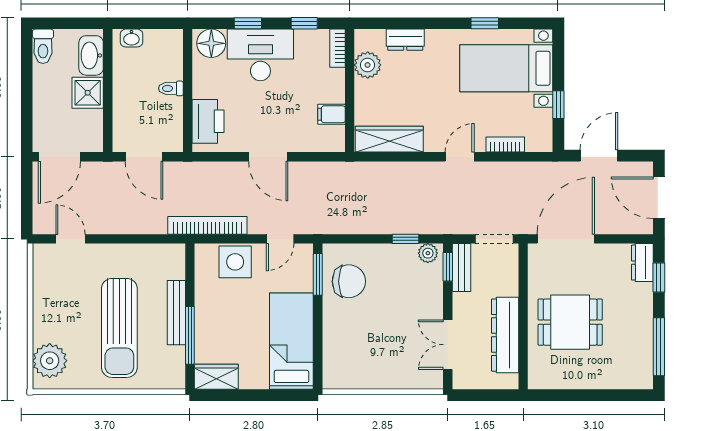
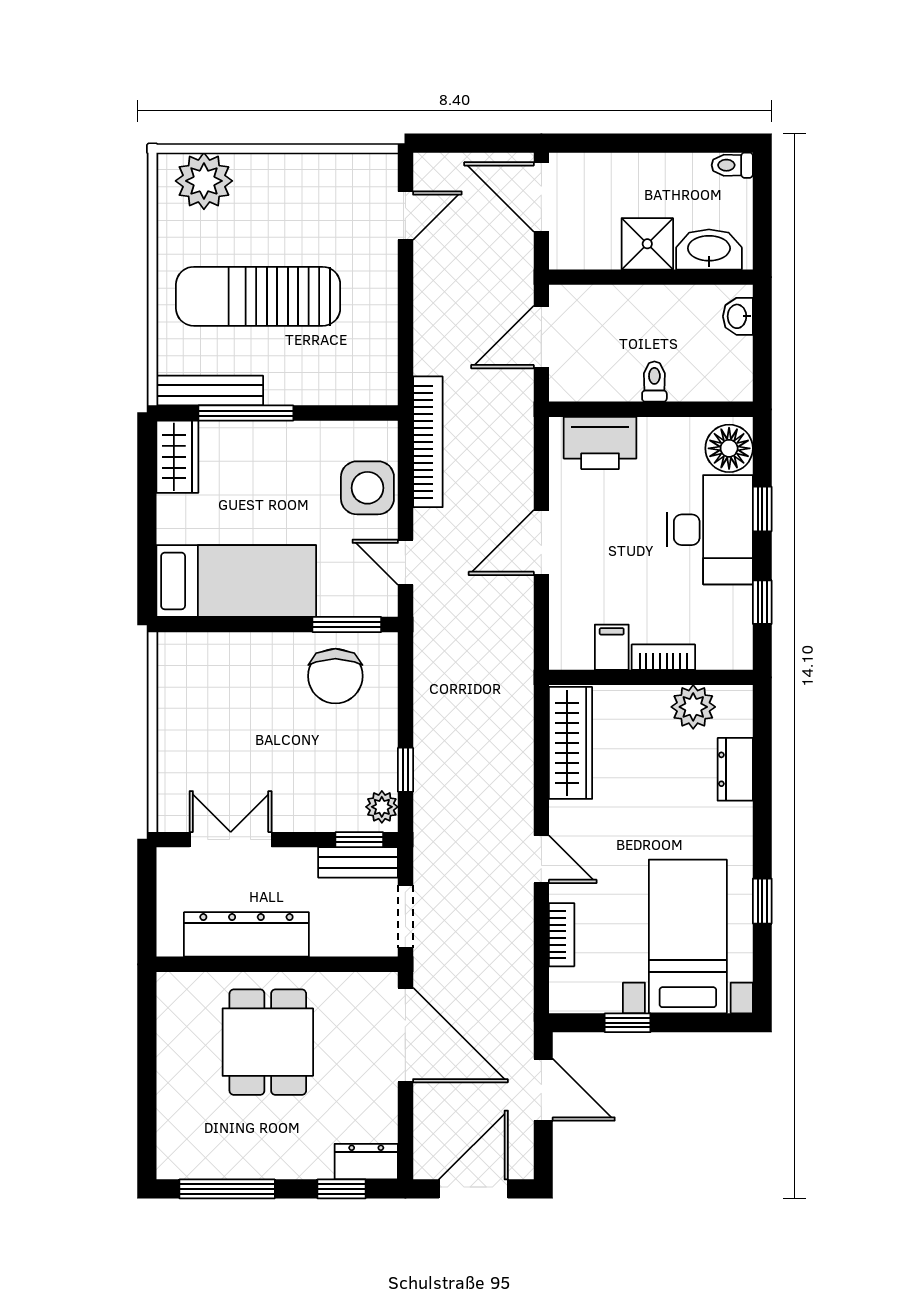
toilet: (43, 46) -> (732, 165), width x0.73, depth x0.72
bookcase: (337, 48) -> (663, 657), moved
bench: (176, 313) -> (210, 391), moved

